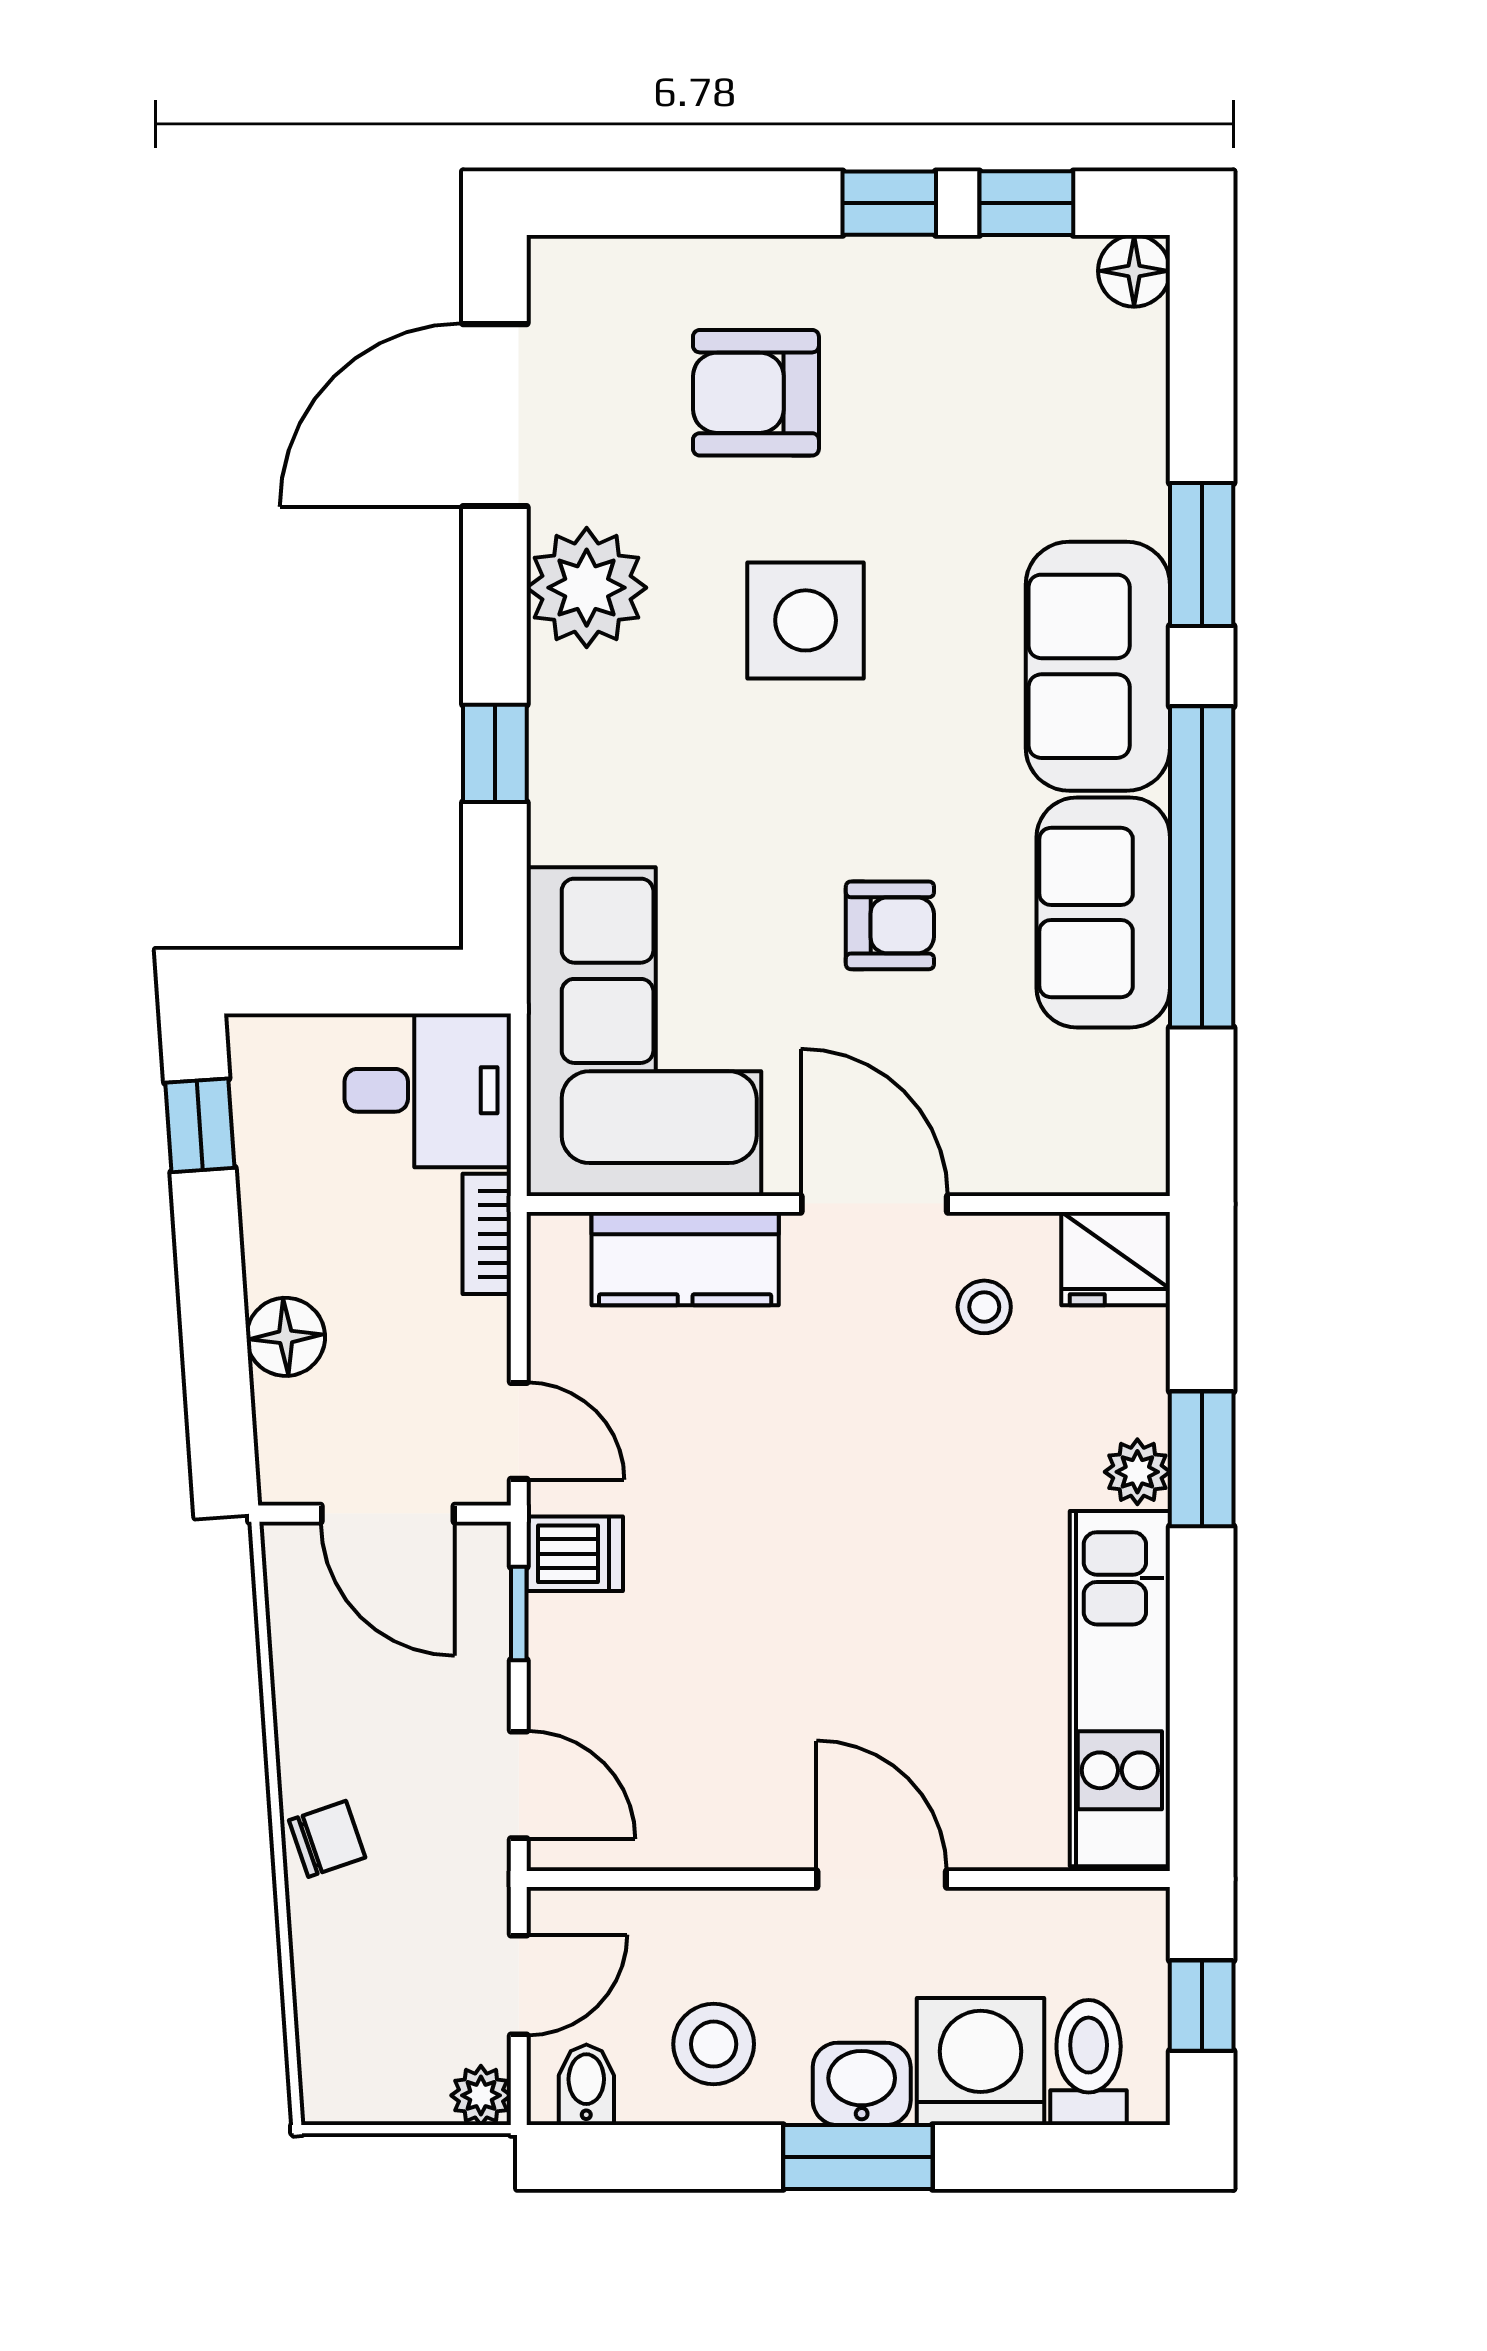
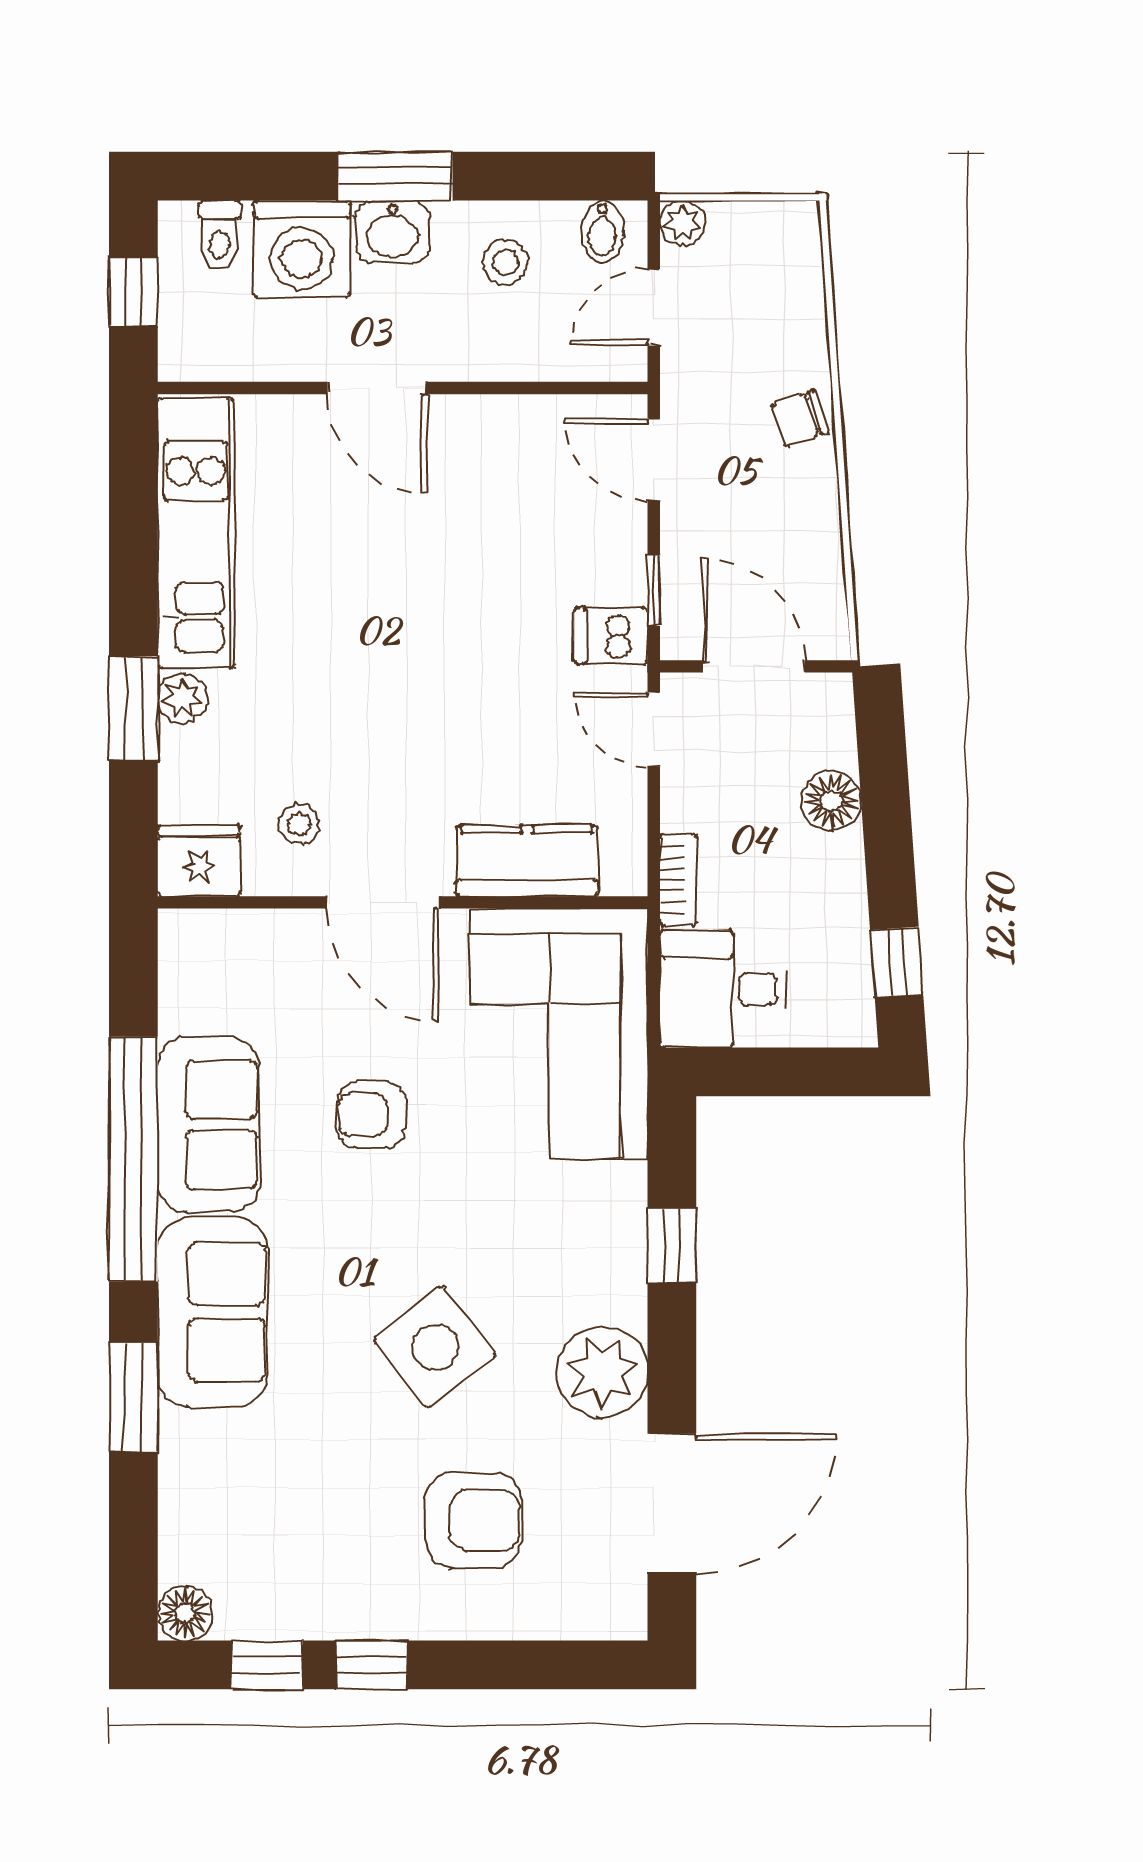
side table: (806, 620) -> (435, 1347), turned -38
stool: (714, 2044) -> (505, 262), width x0.73, depth x0.73
toilet: (1089, 2063) -> (220, 235), width x0.73, depth x0.72

